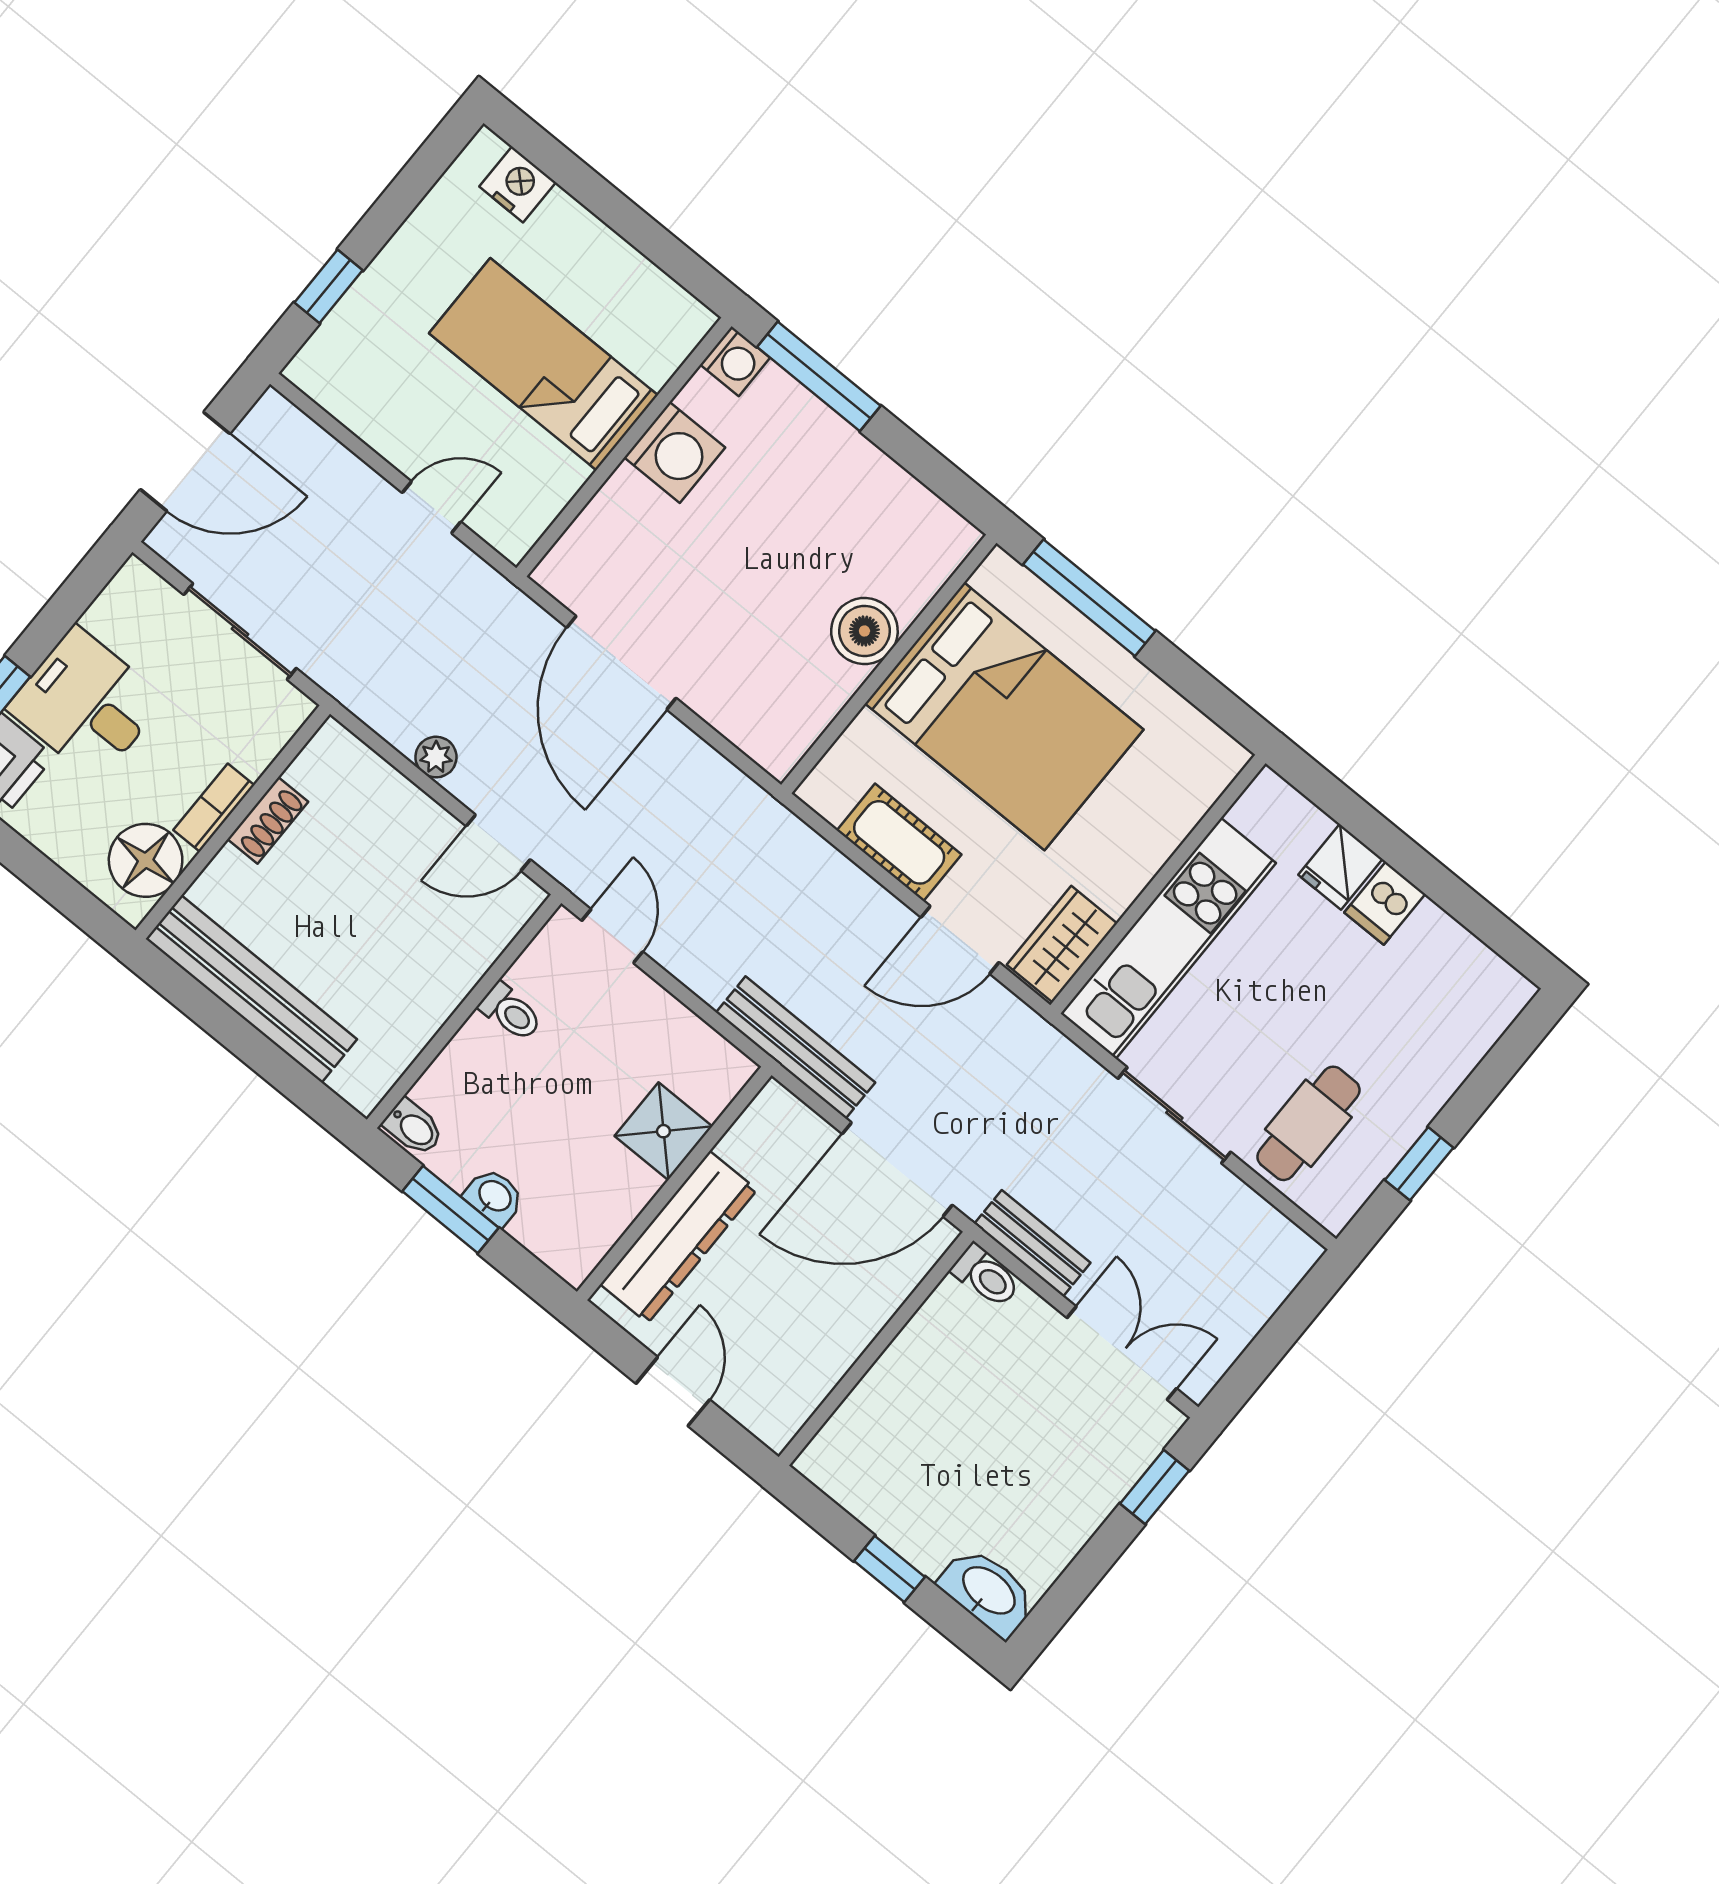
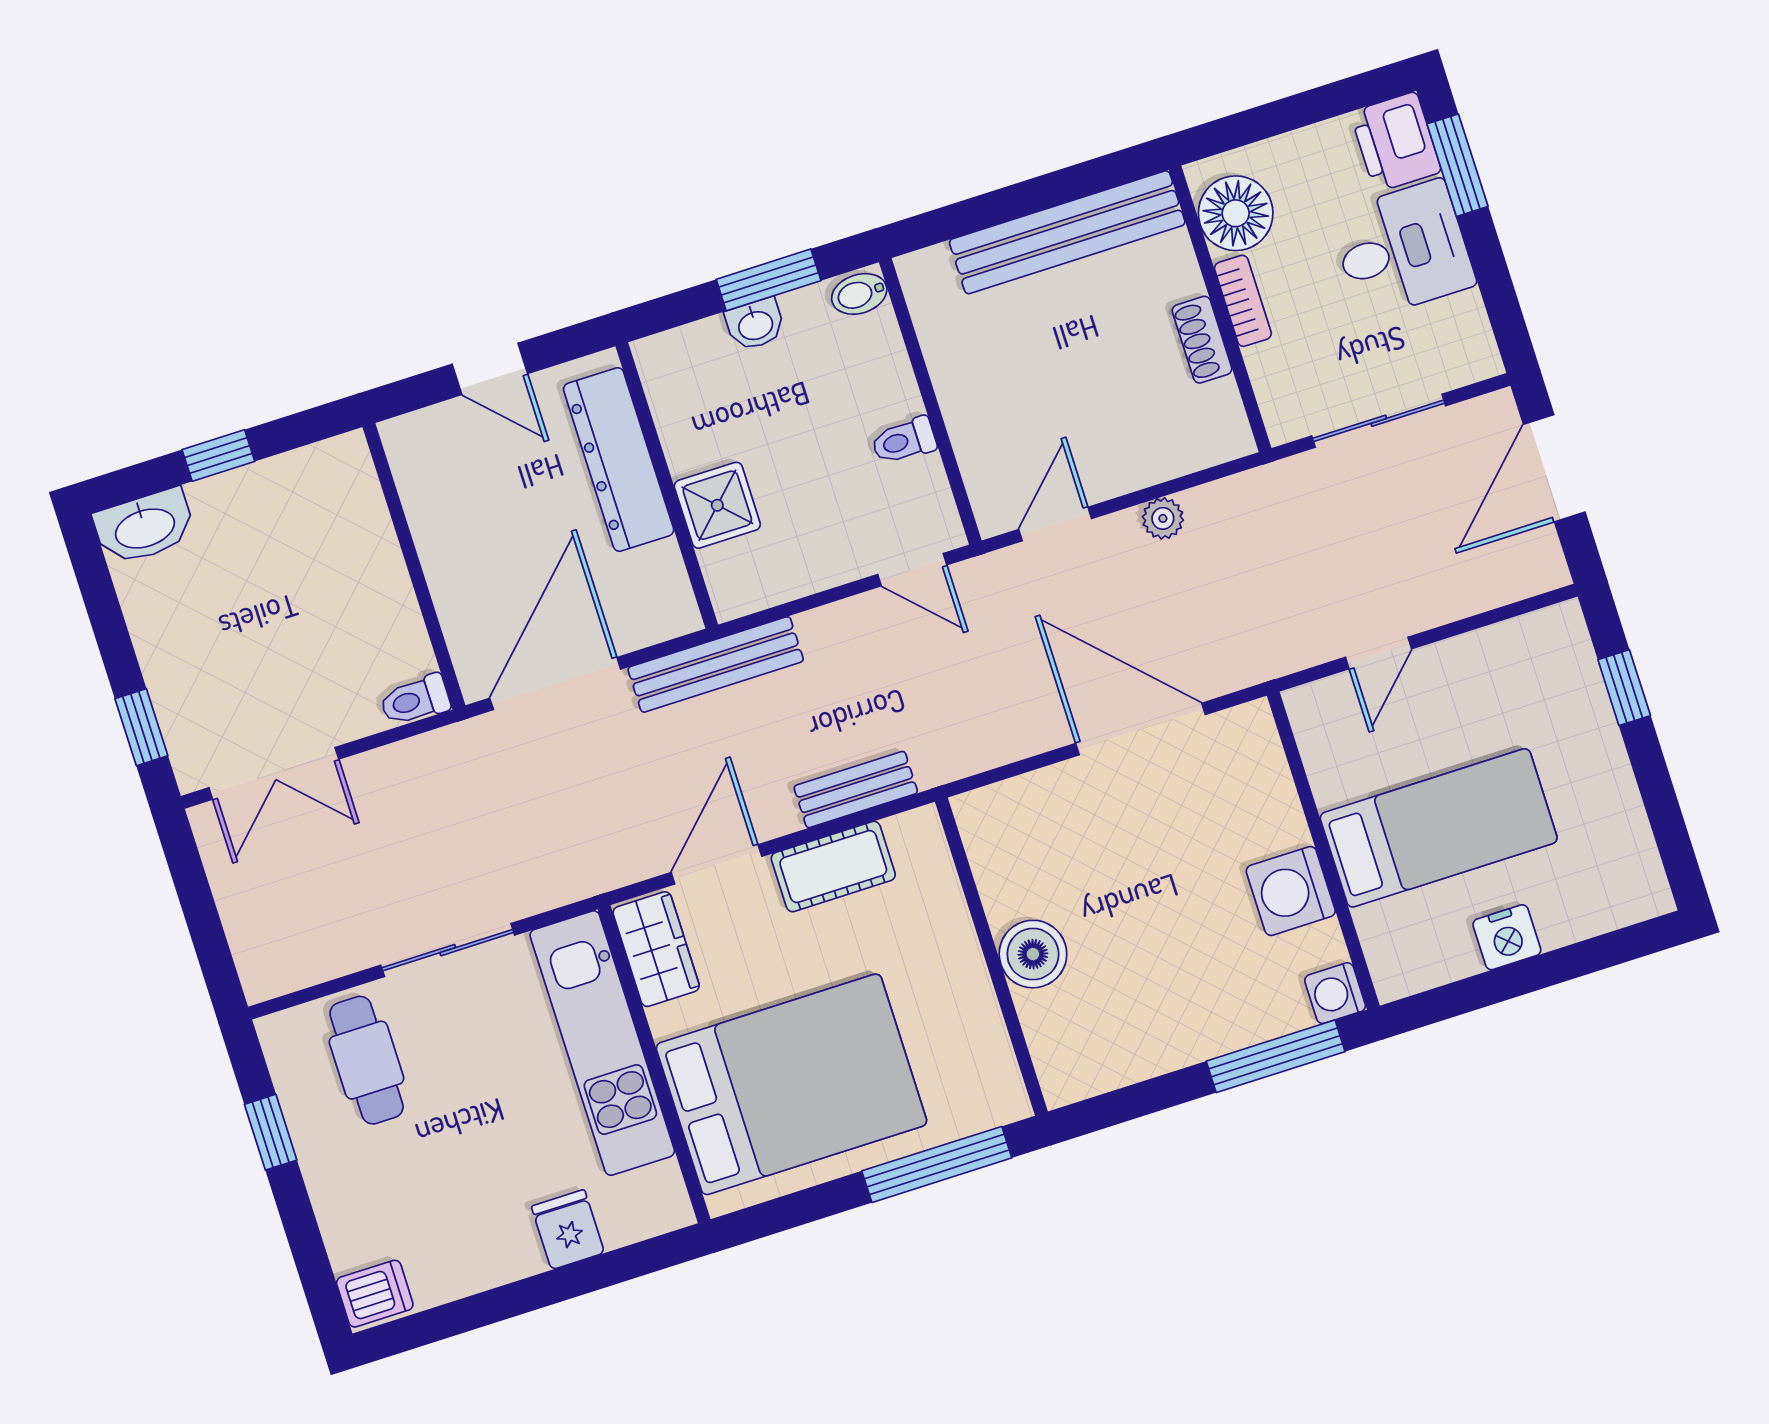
nightstand: (518, 184) -> (1507, 937), moved
bed: (1004, 716) -> (791, 1084), moved, turned 180
dishwasher: (1385, 903) -> (375, 1294), moved, turned 90
bench: (1032, 1243) -> (856, 790), moved

